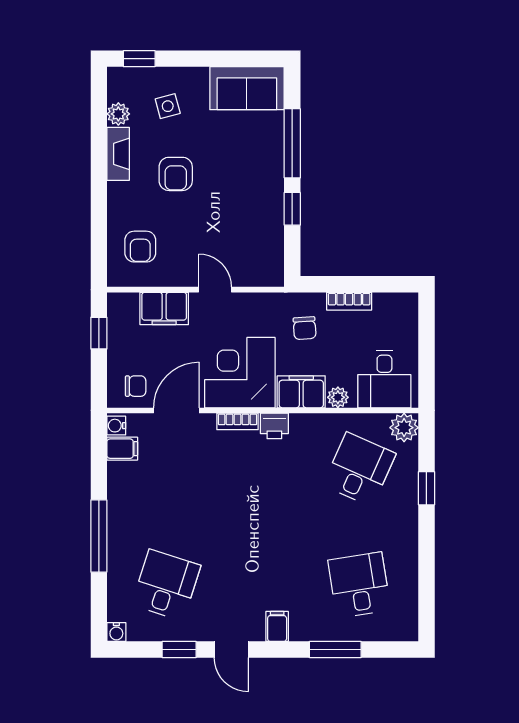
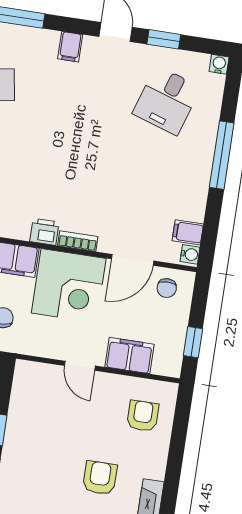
chair: (136, 386) -> (167, 288), turned -90

